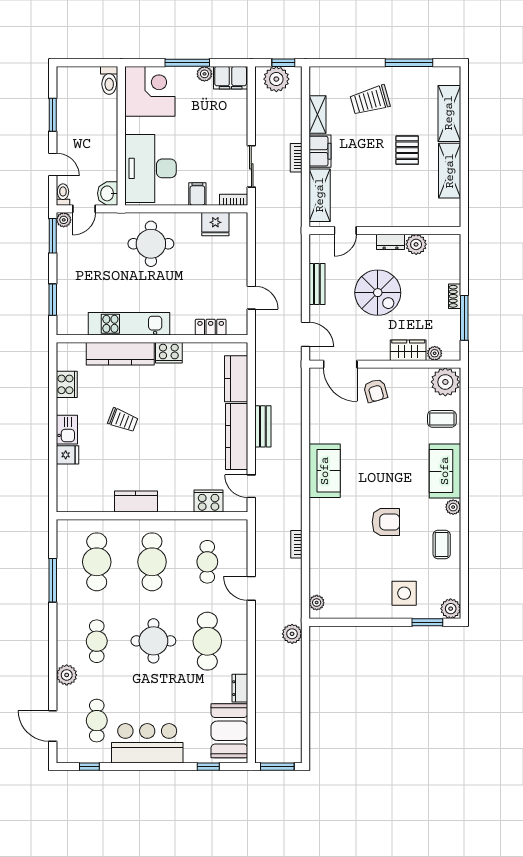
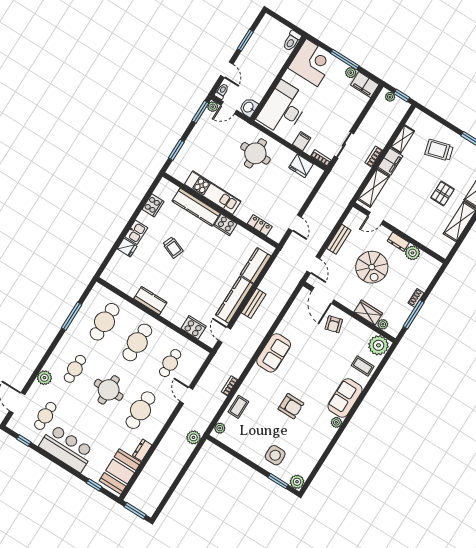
plant: (276, 79) -> (390, 97), width x0.53, depth x0.53
coffee table: (442, 544) -> (238, 407), moved

